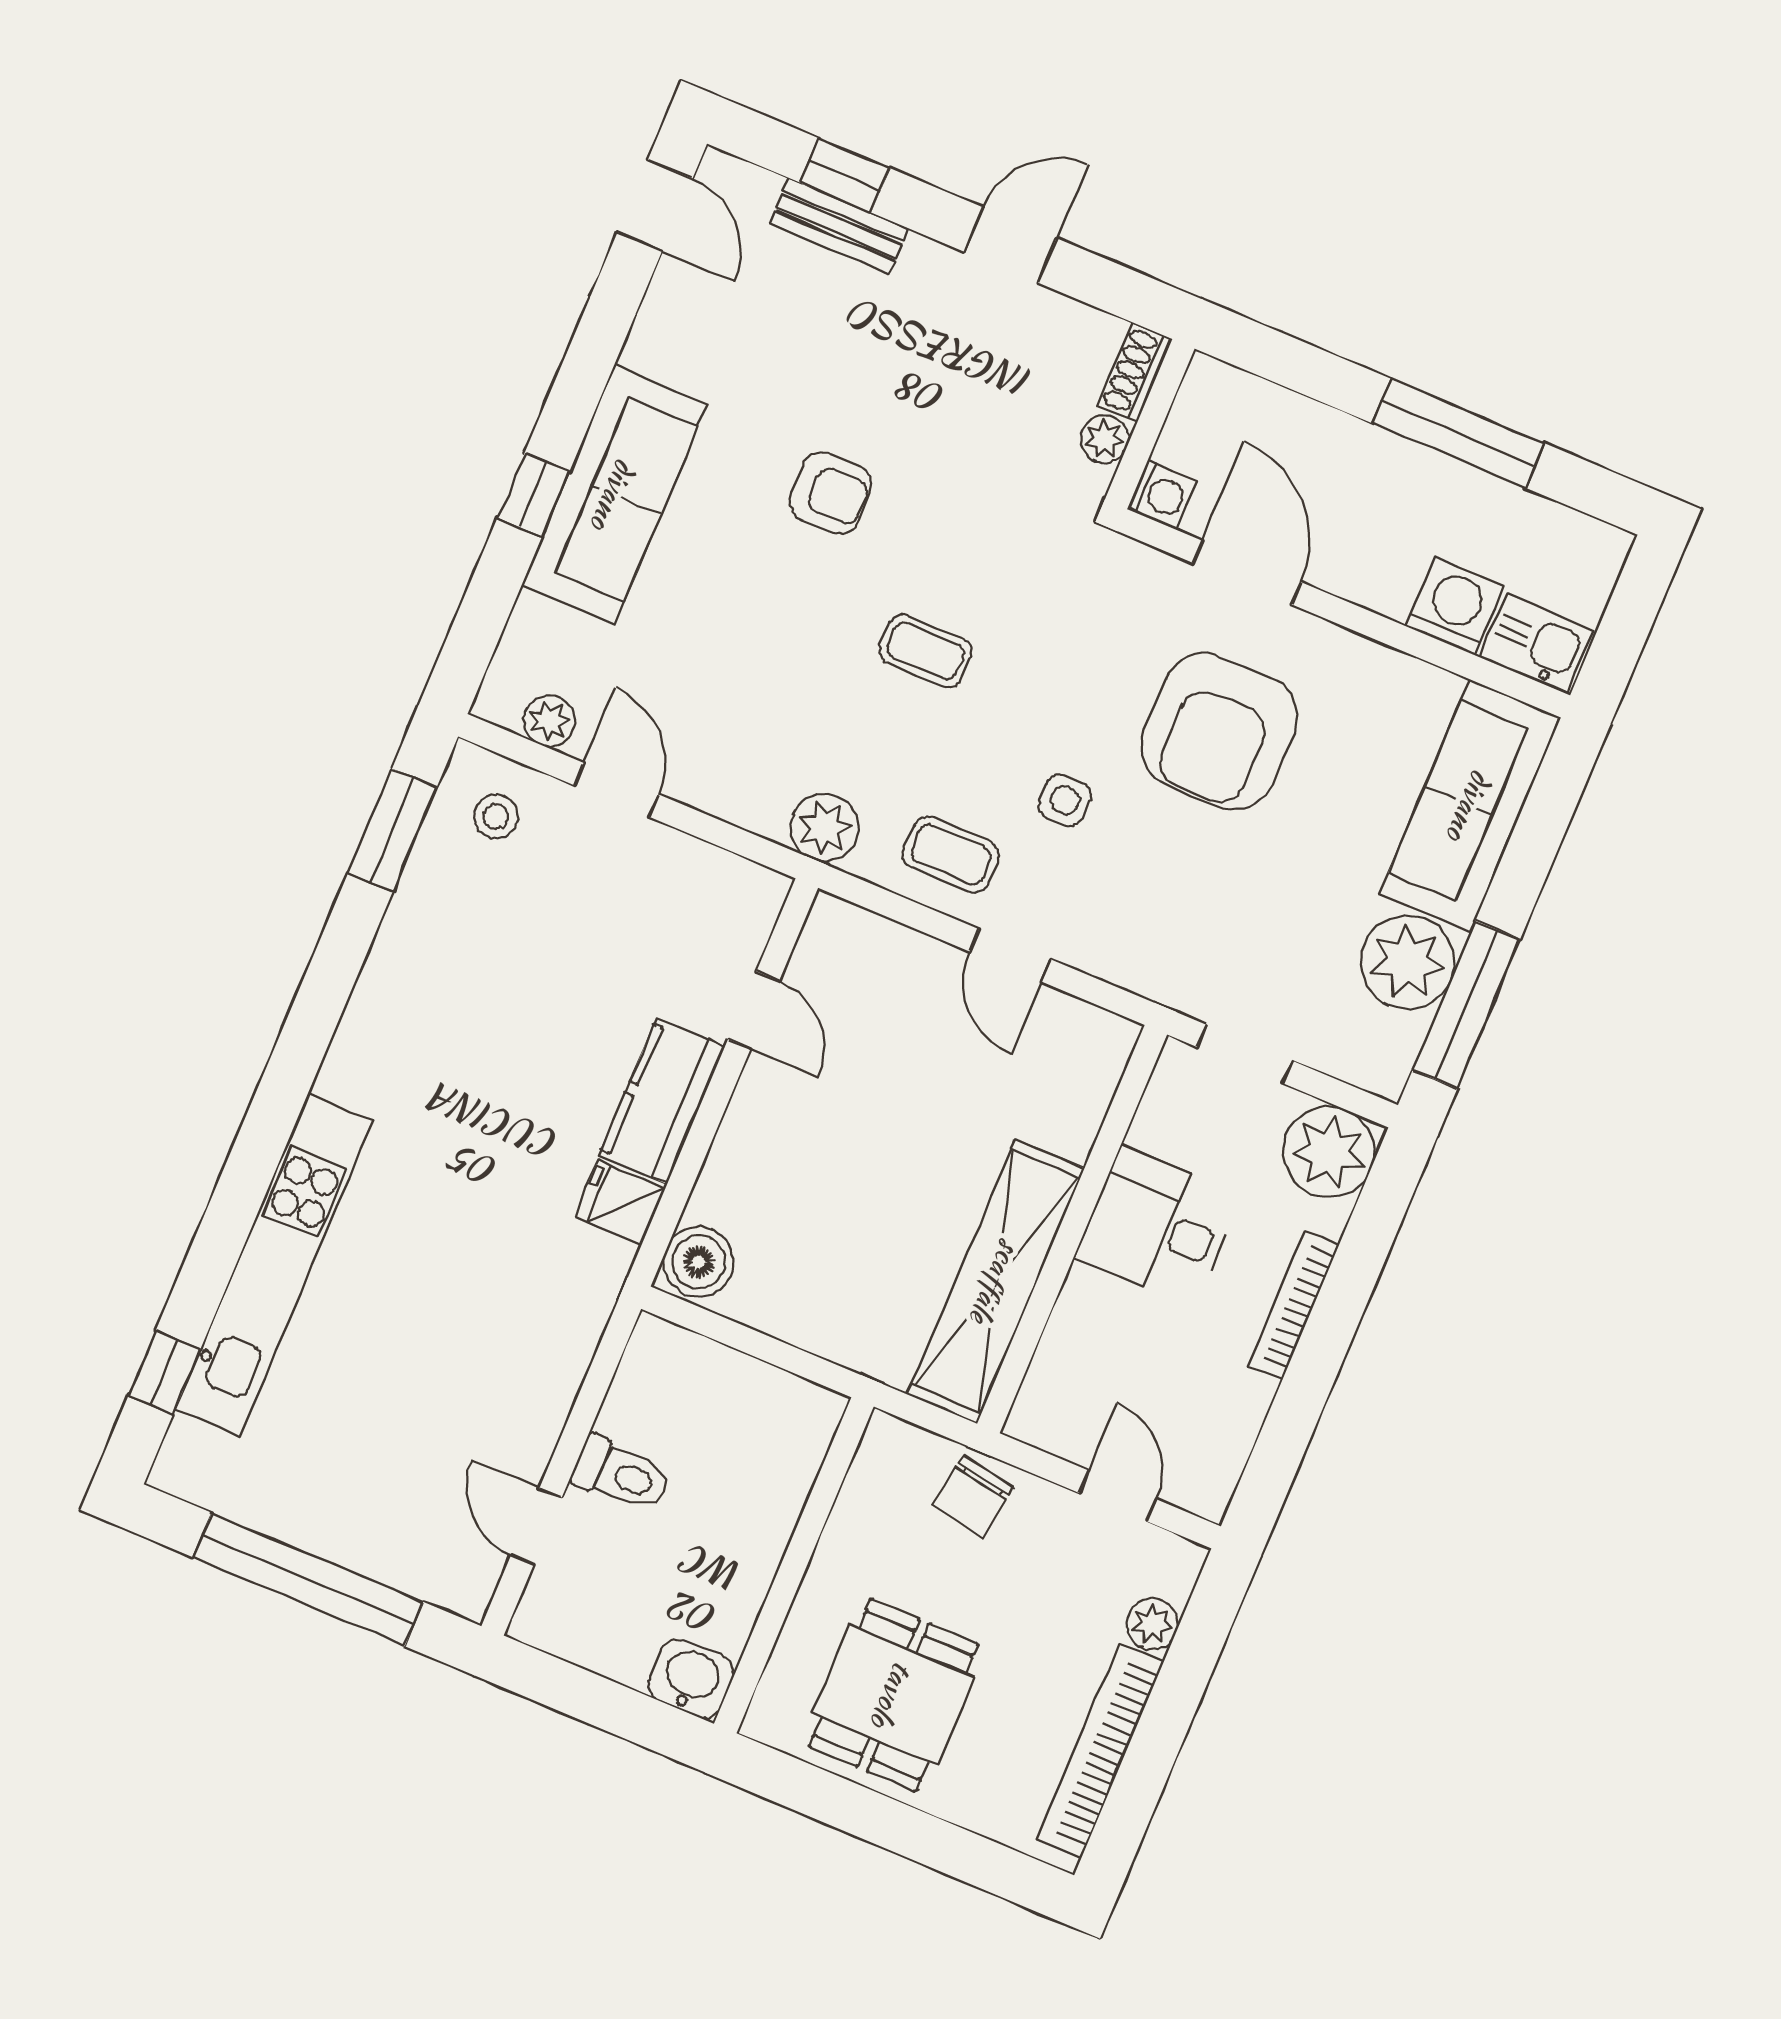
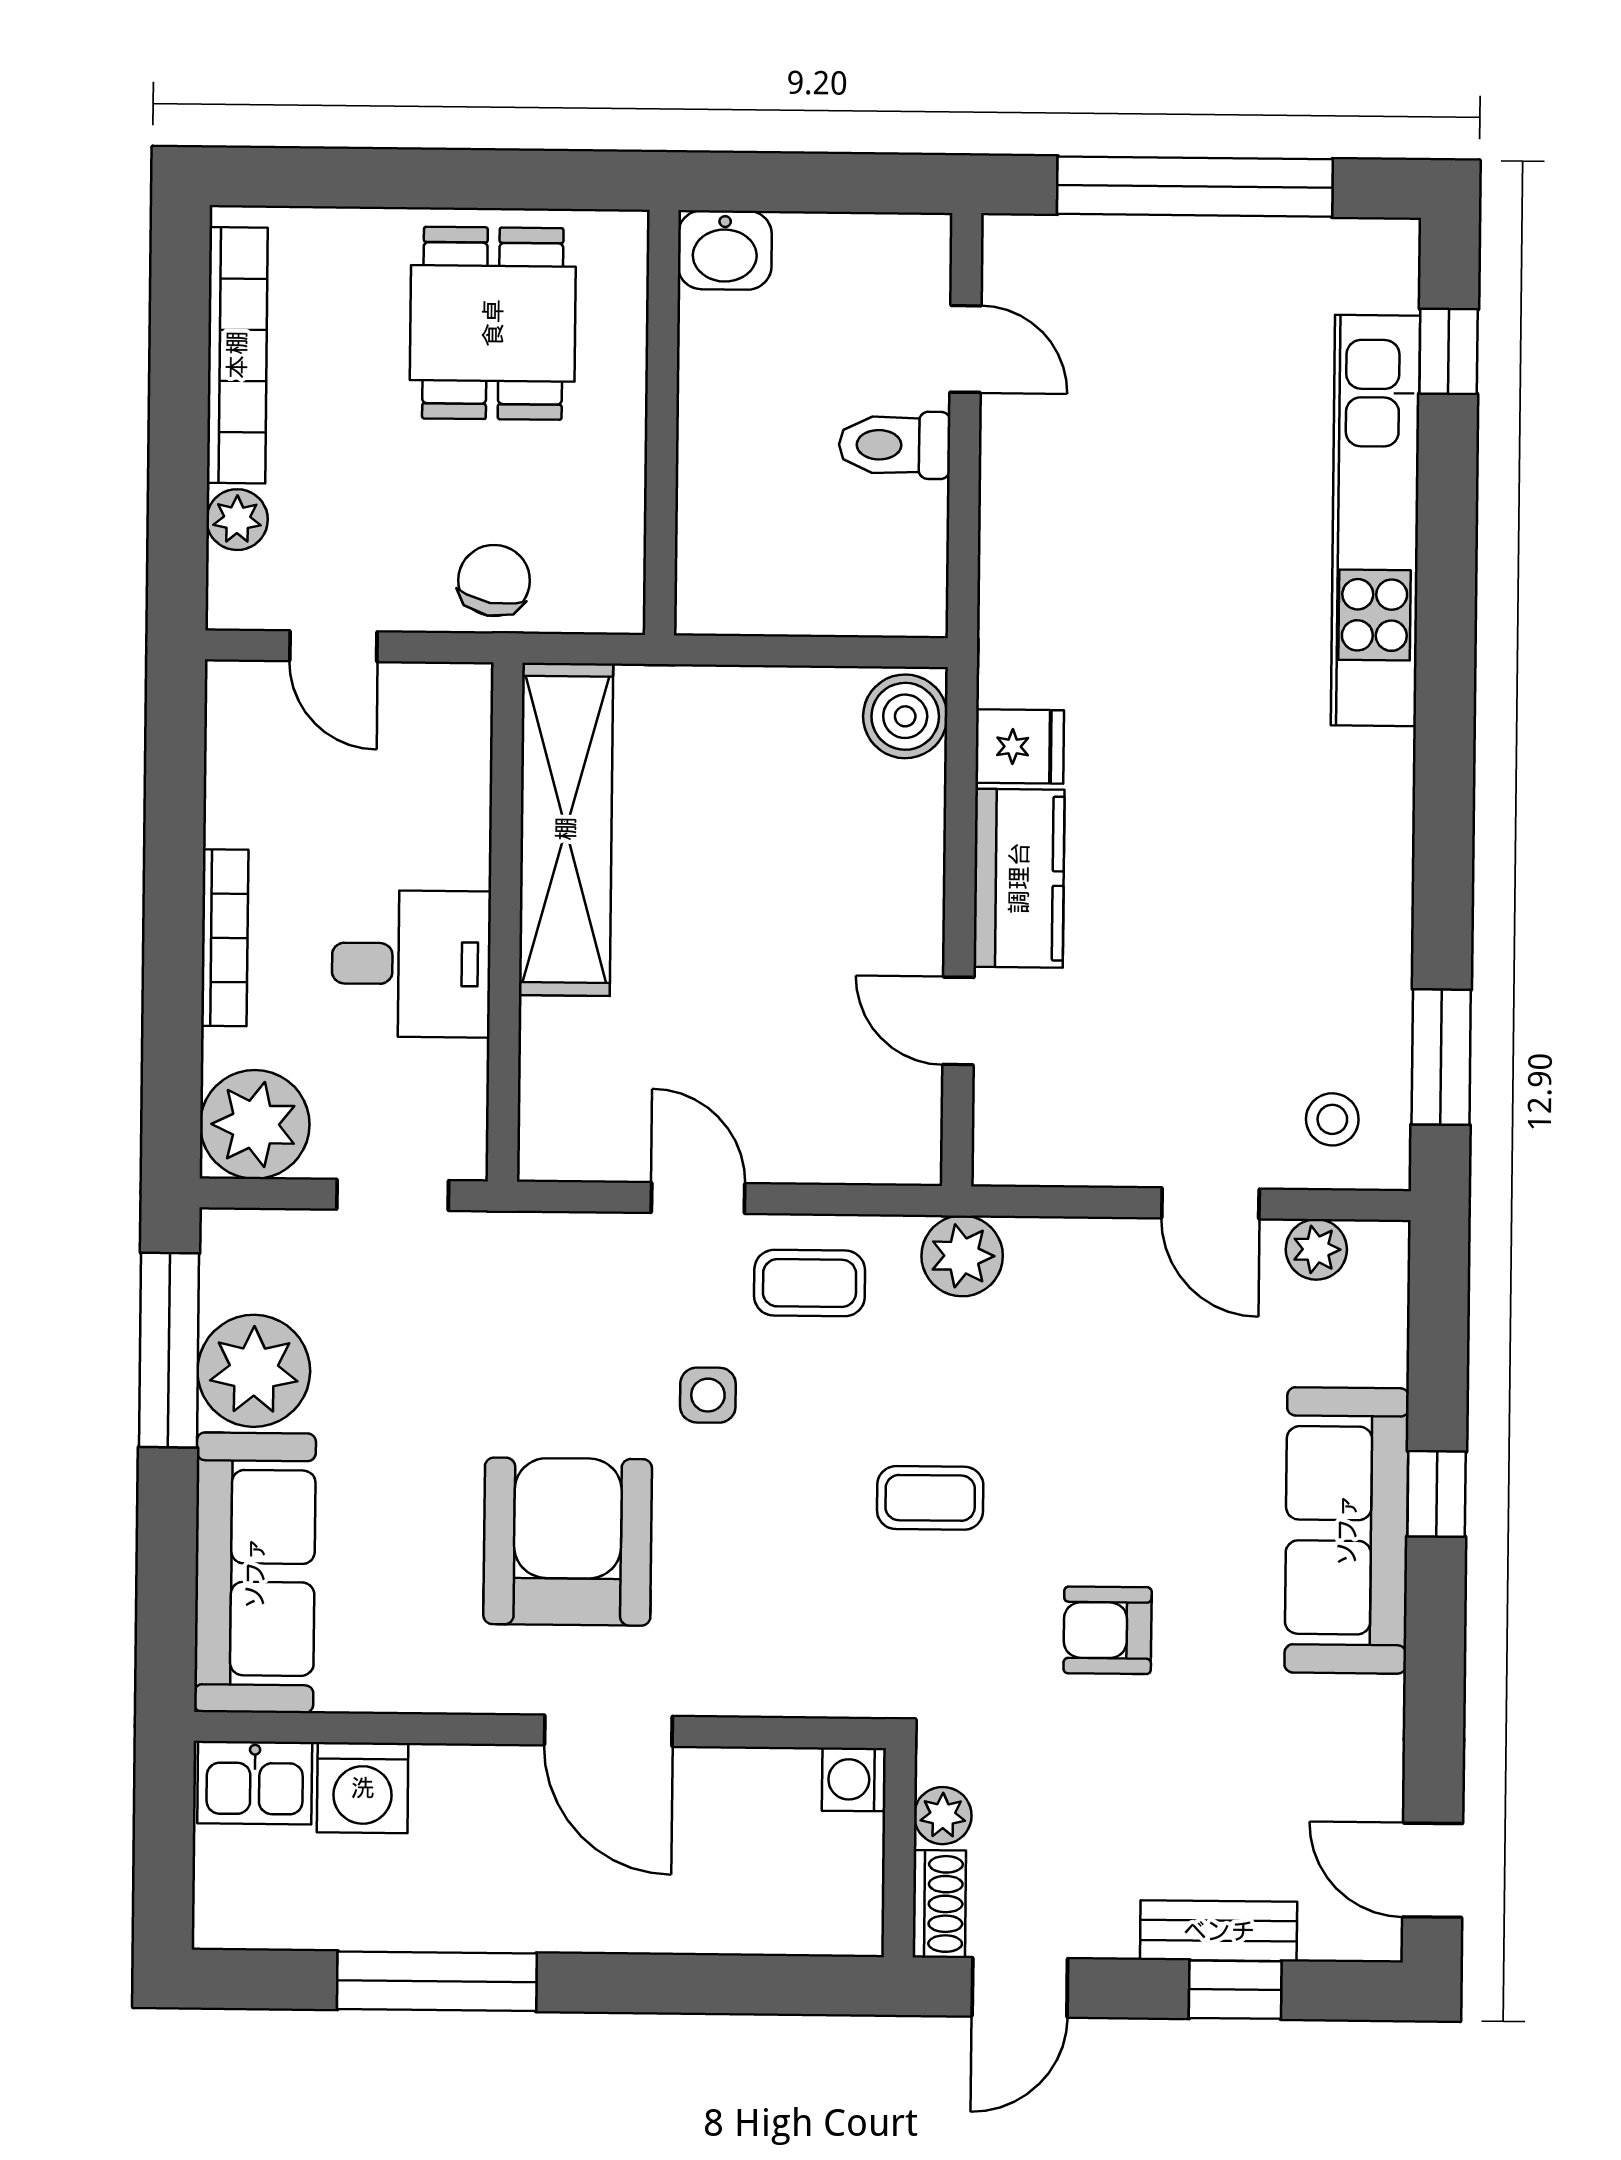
shoe rack: (1135, 372) -> (939, 1904), moved
wall: (1150, 424) -> (899, 1853), moved
plant: (1104, 439) -> (943, 1816), moved
washing machine: (1162, 495) -> (854, 1779), moved

